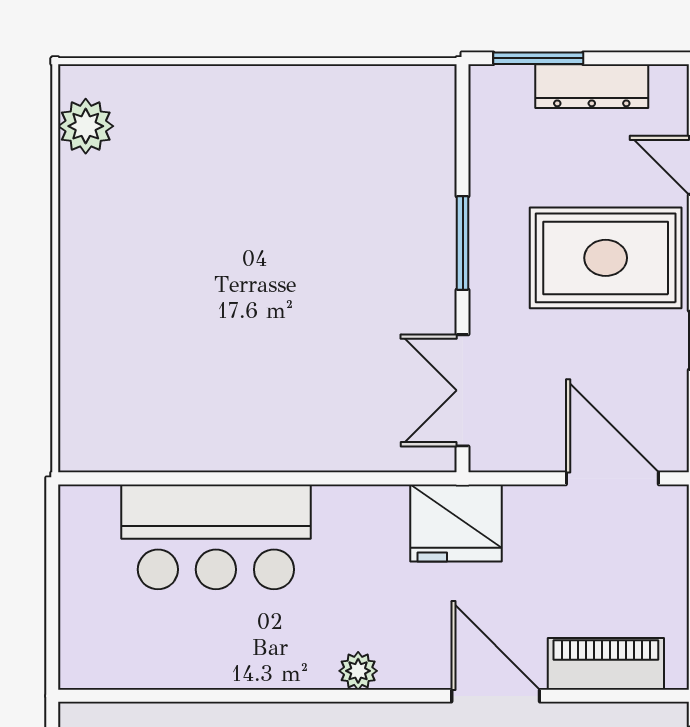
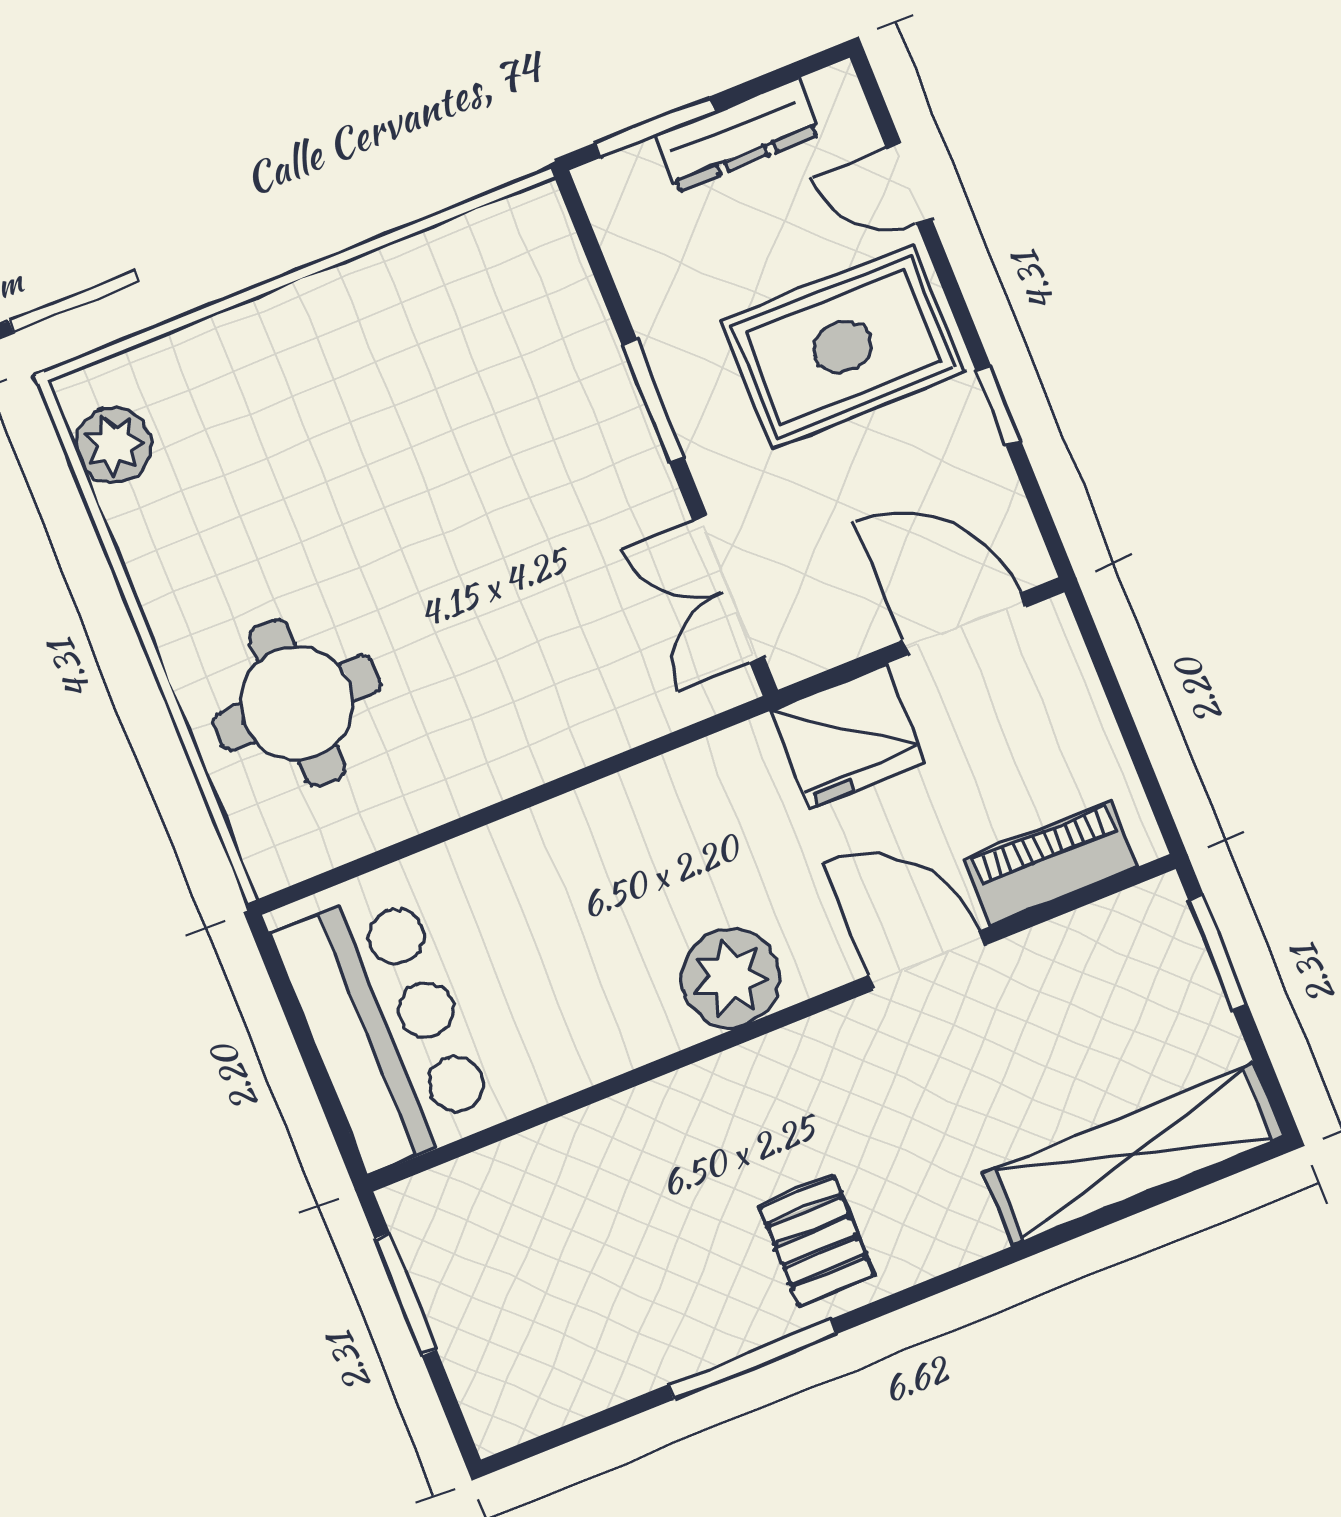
round table: (139, 350) -> (297, 703), added
fridge: (456, 523) -> (848, 737), moved
bar counter: (216, 537) -> (385, 1027), moved, turned -90
plant: (358, 671) -> (730, 978), width x1.87, depth x1.87

